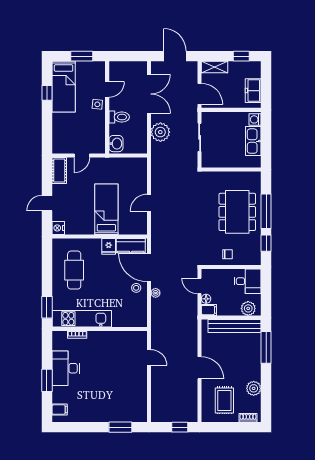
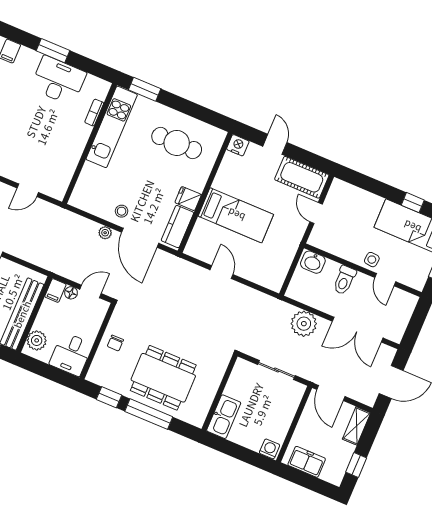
door: (200, 94) -> (331, 393), hinge flipped
kitchen sink: (253, 141) -> (224, 417), moved, turned 90
cot: (59, 171) -> (302, 177), width x1.37, depth x1.34
door: (149, 268) -> (140, 238), swing flipped

